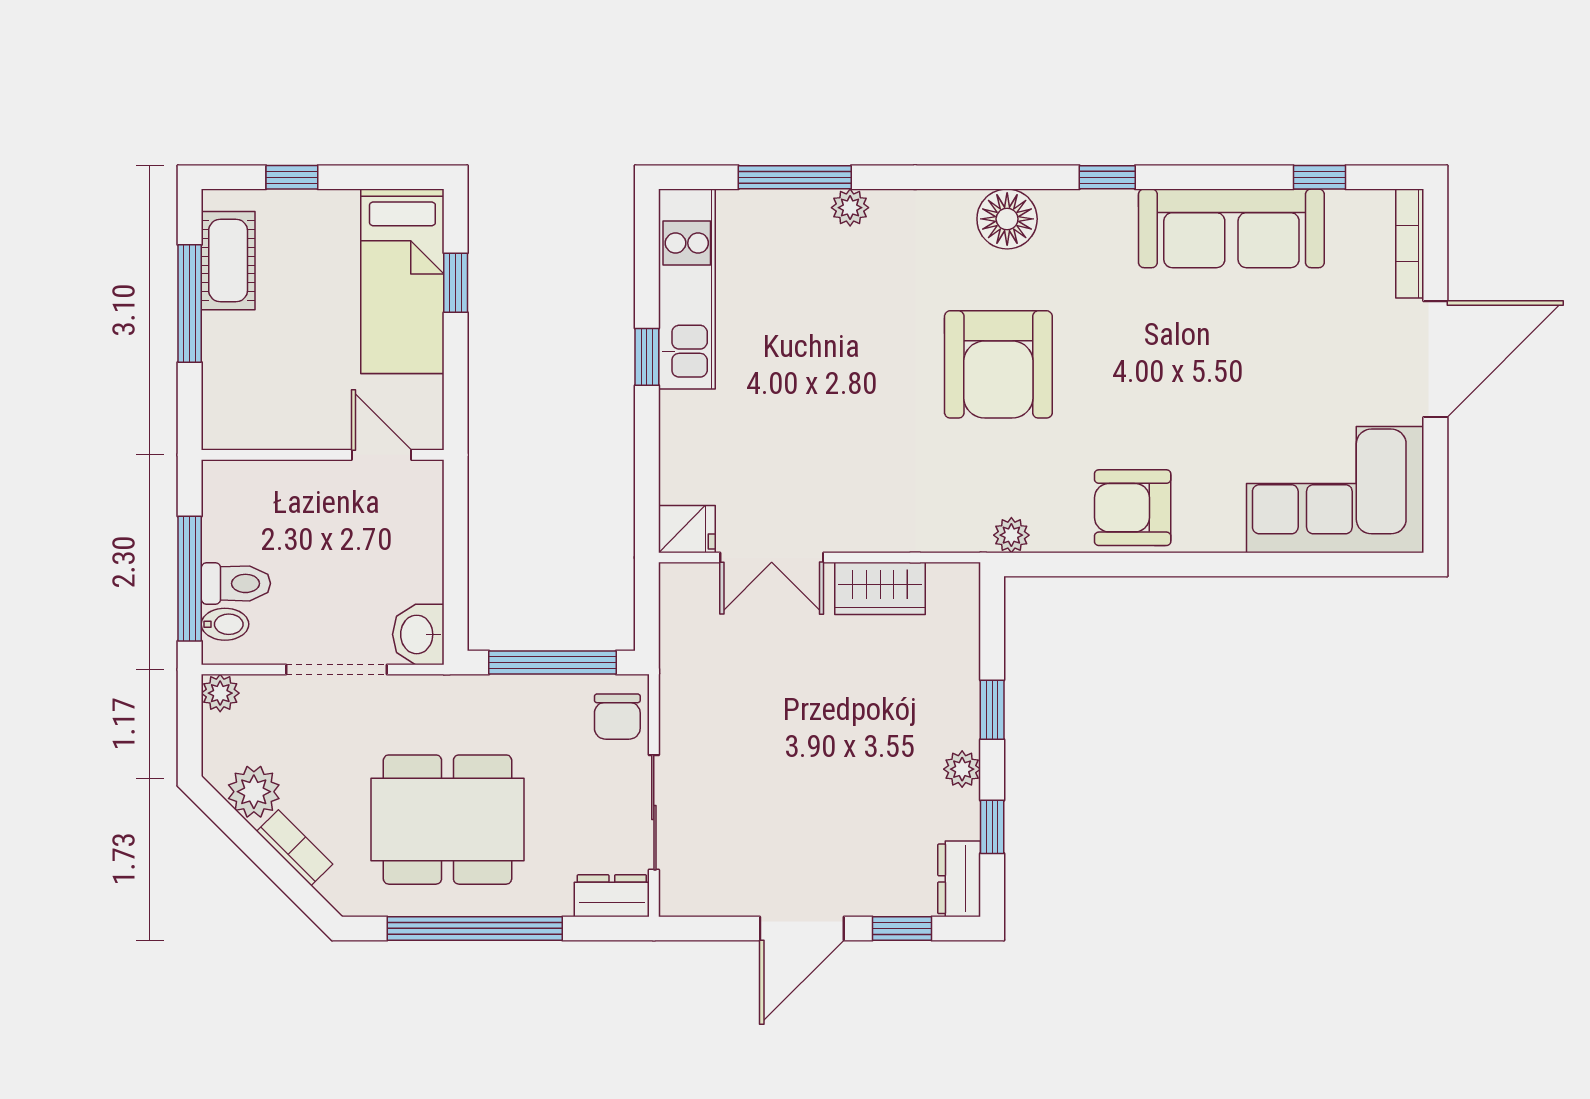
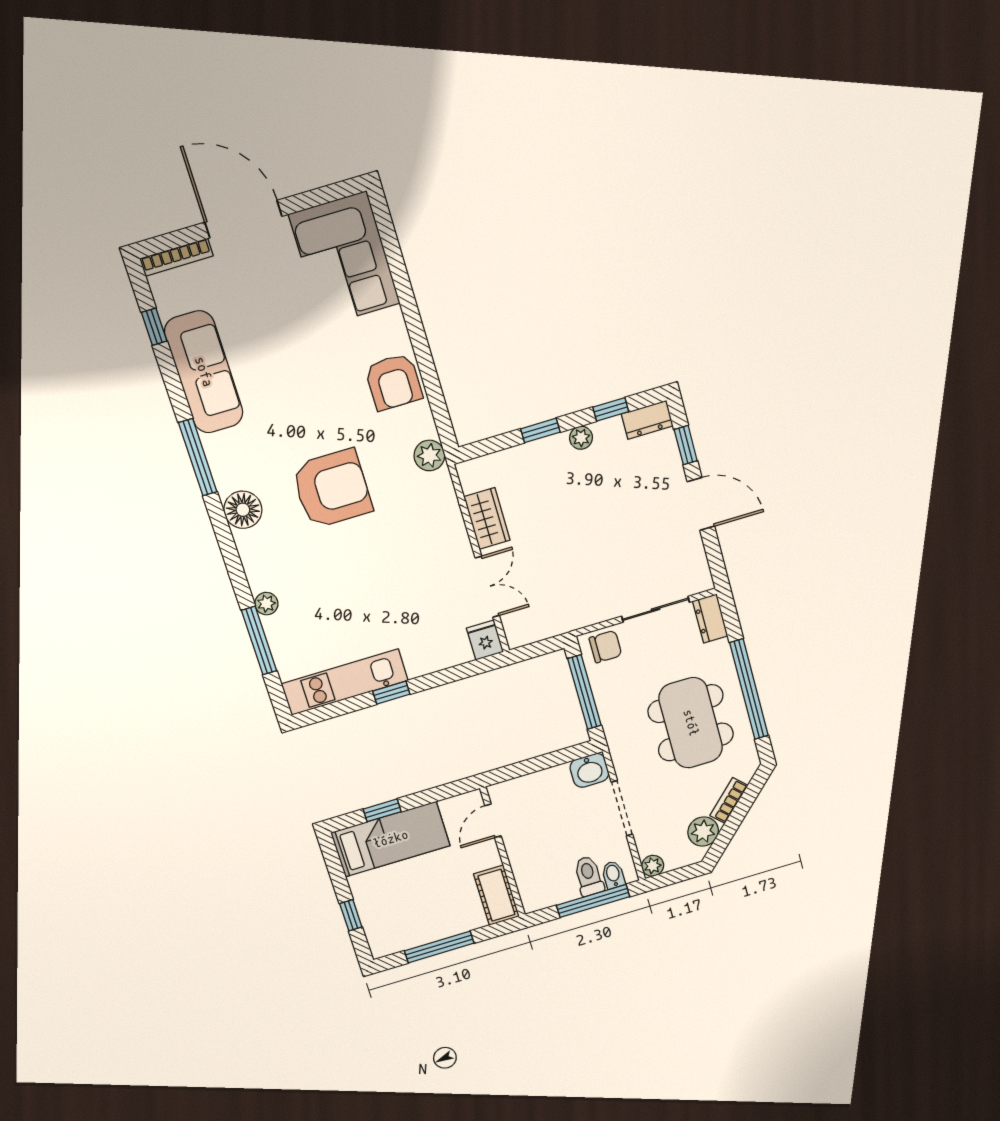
window: (1107, 177) -> (198, 457), width x2.17
cot: (228, 261) -> (496, 895), moved, turned 90
plant: (1011, 535) -> (429, 456), width x1.38, depth x1.38

